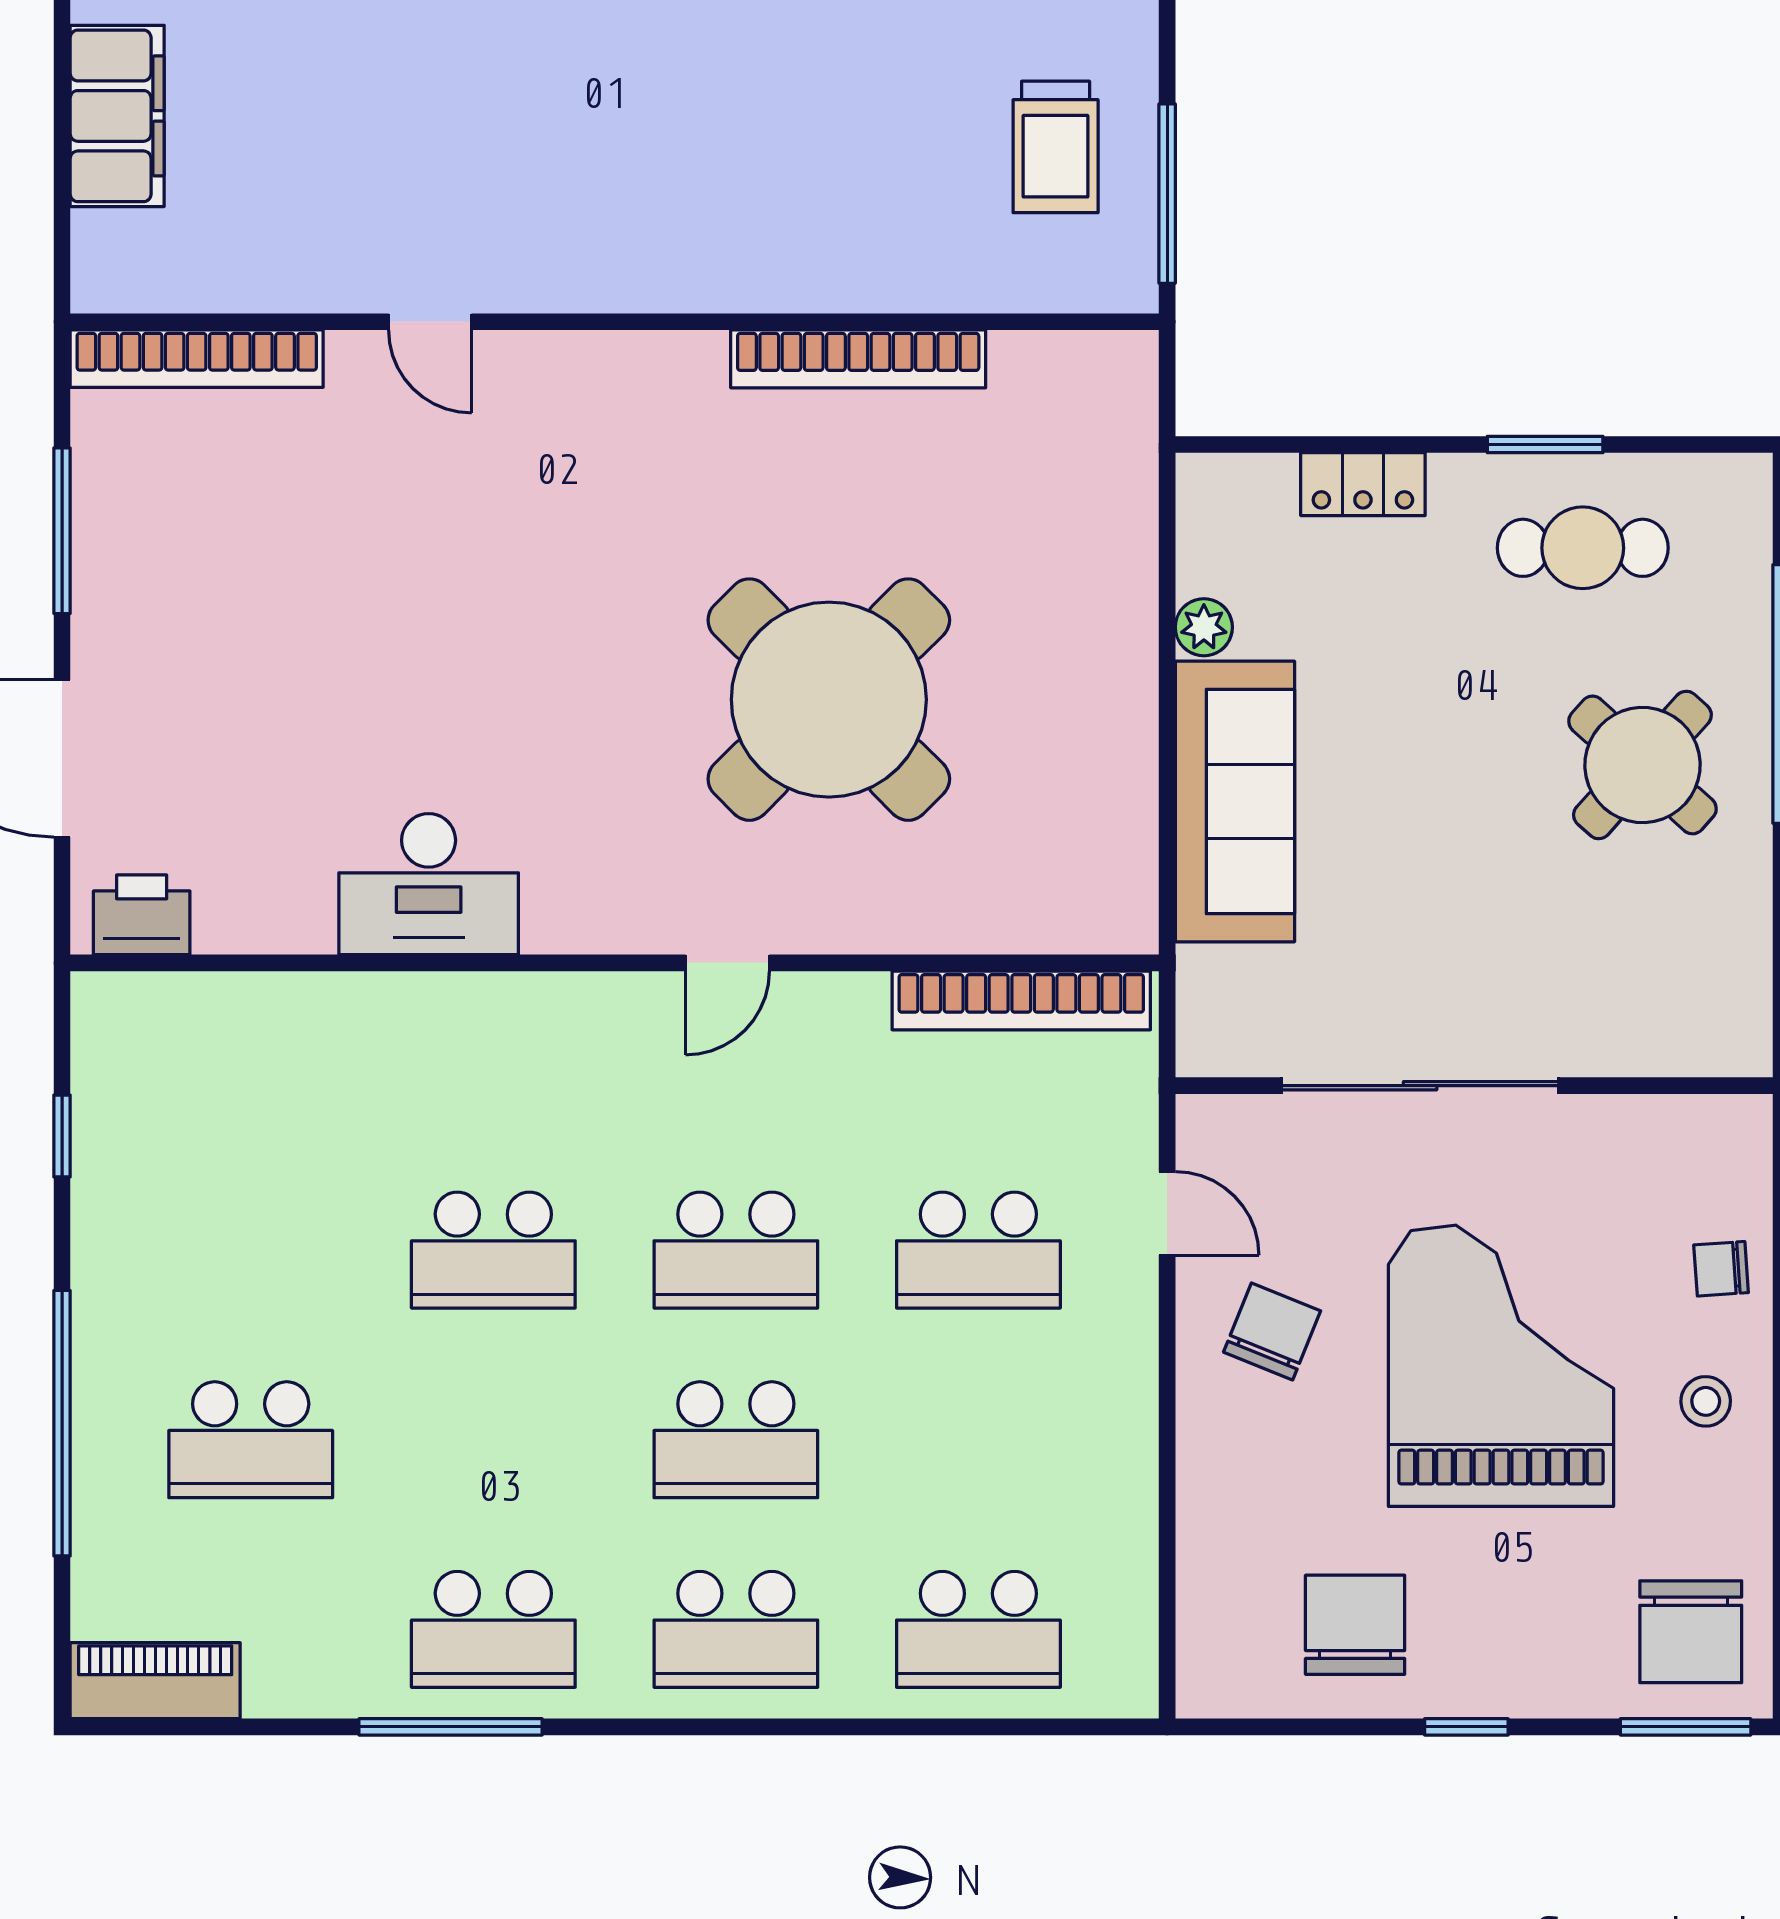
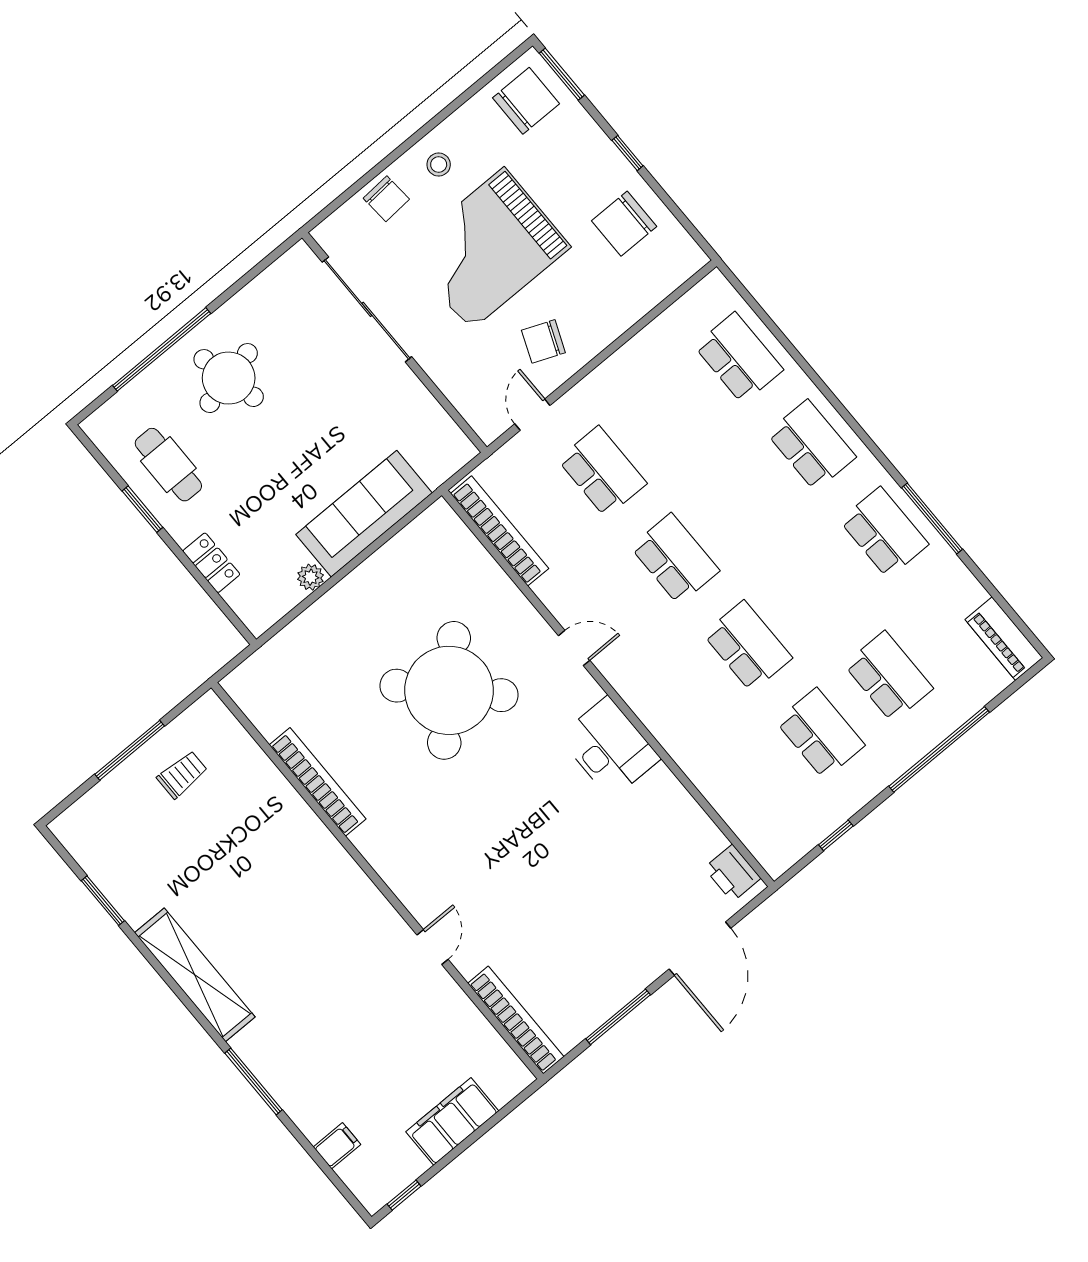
trolley: (1056, 147) -> (182, 774), width x0.73, depth x0.72
window: (1167, 194) -> (130, 750), moved
round table: (1642, 765) -> (229, 378), turned 35
desk: (429, 884) -> (609, 748), moved
sliding door: (1420, 1086) -> (367, 309), moved
chair: (1721, 1269) -> (386, 199), width x1.37, depth x1.37
school desk: (736, 1440) -> (820, 733), moved

